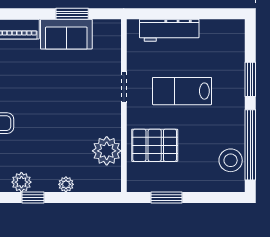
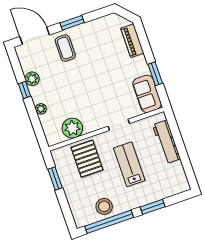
sofa: (66, 34) -> (147, 94), moved
stool: (231, 160) -> (104, 206), moved

